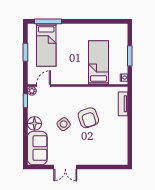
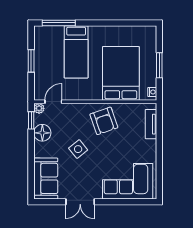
bed: (46, 45) -> (76, 52), moved
bed: (98, 62) -> (121, 73), width x1.50
armchair: (88, 118) -> (104, 121), moved
floor lamp: (34, 123) -> (42, 133), moved
corner sofa: (104, 150) -> (128, 181), added

